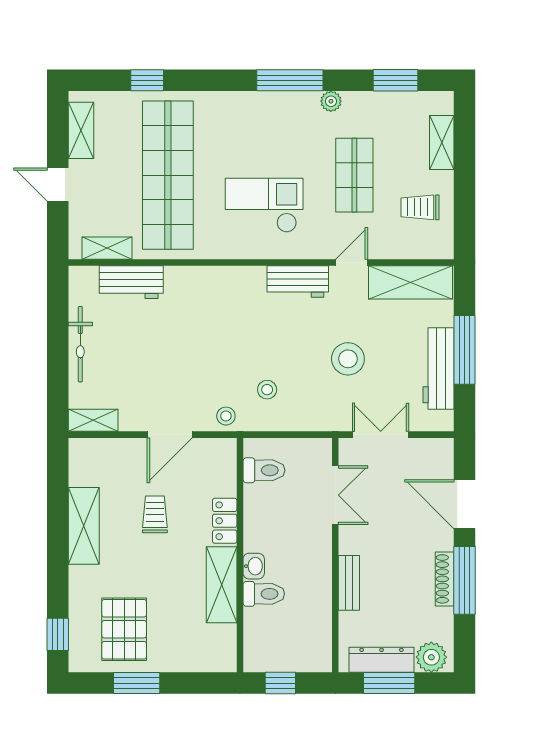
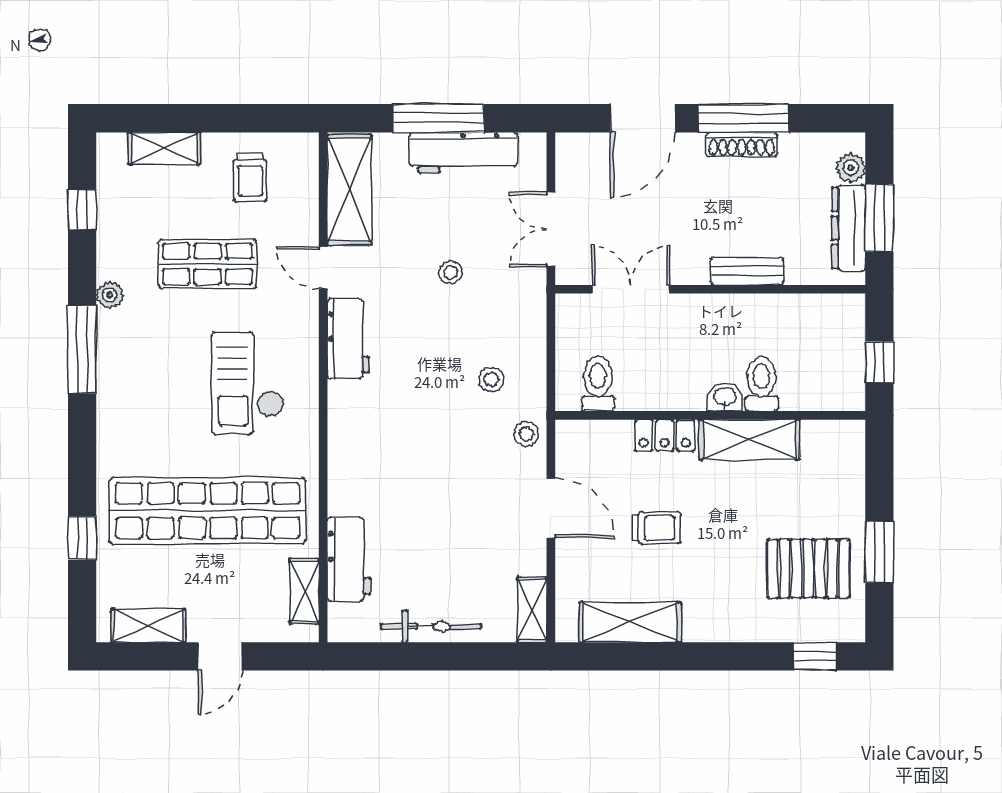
window: (395, 80) -> (82, 210), width x0.67
stool: (348, 359) -> (451, 272), width x0.53, depth x0.53
trolley: (155, 514) -> (656, 528), turned 180
shelving: (84, 526) -> (630, 622), moved
plant: (431, 657) -> (851, 168), width x0.73, depth x0.73

